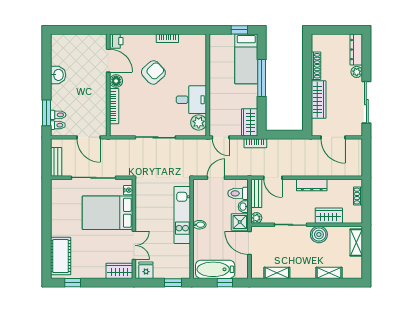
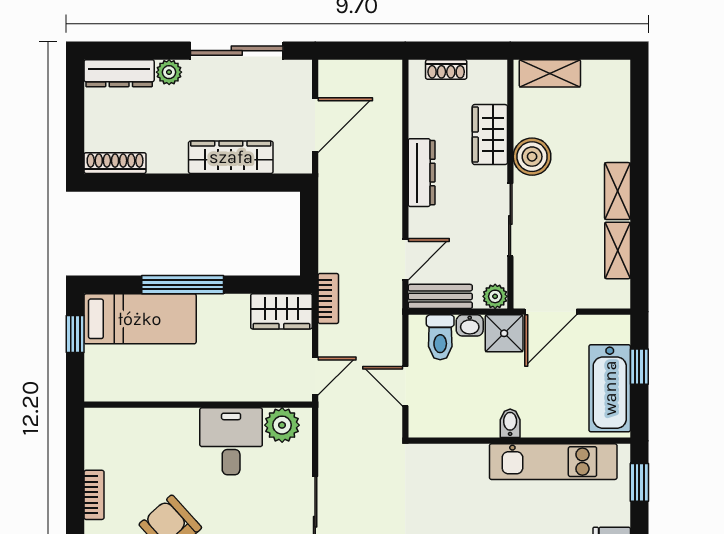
shoe rack: (316, 66) -> (115, 163), moved
kitchen unit: (182, 215) -> (553, 462), moved
shelving: (329, 273) -> (617, 191), moved

